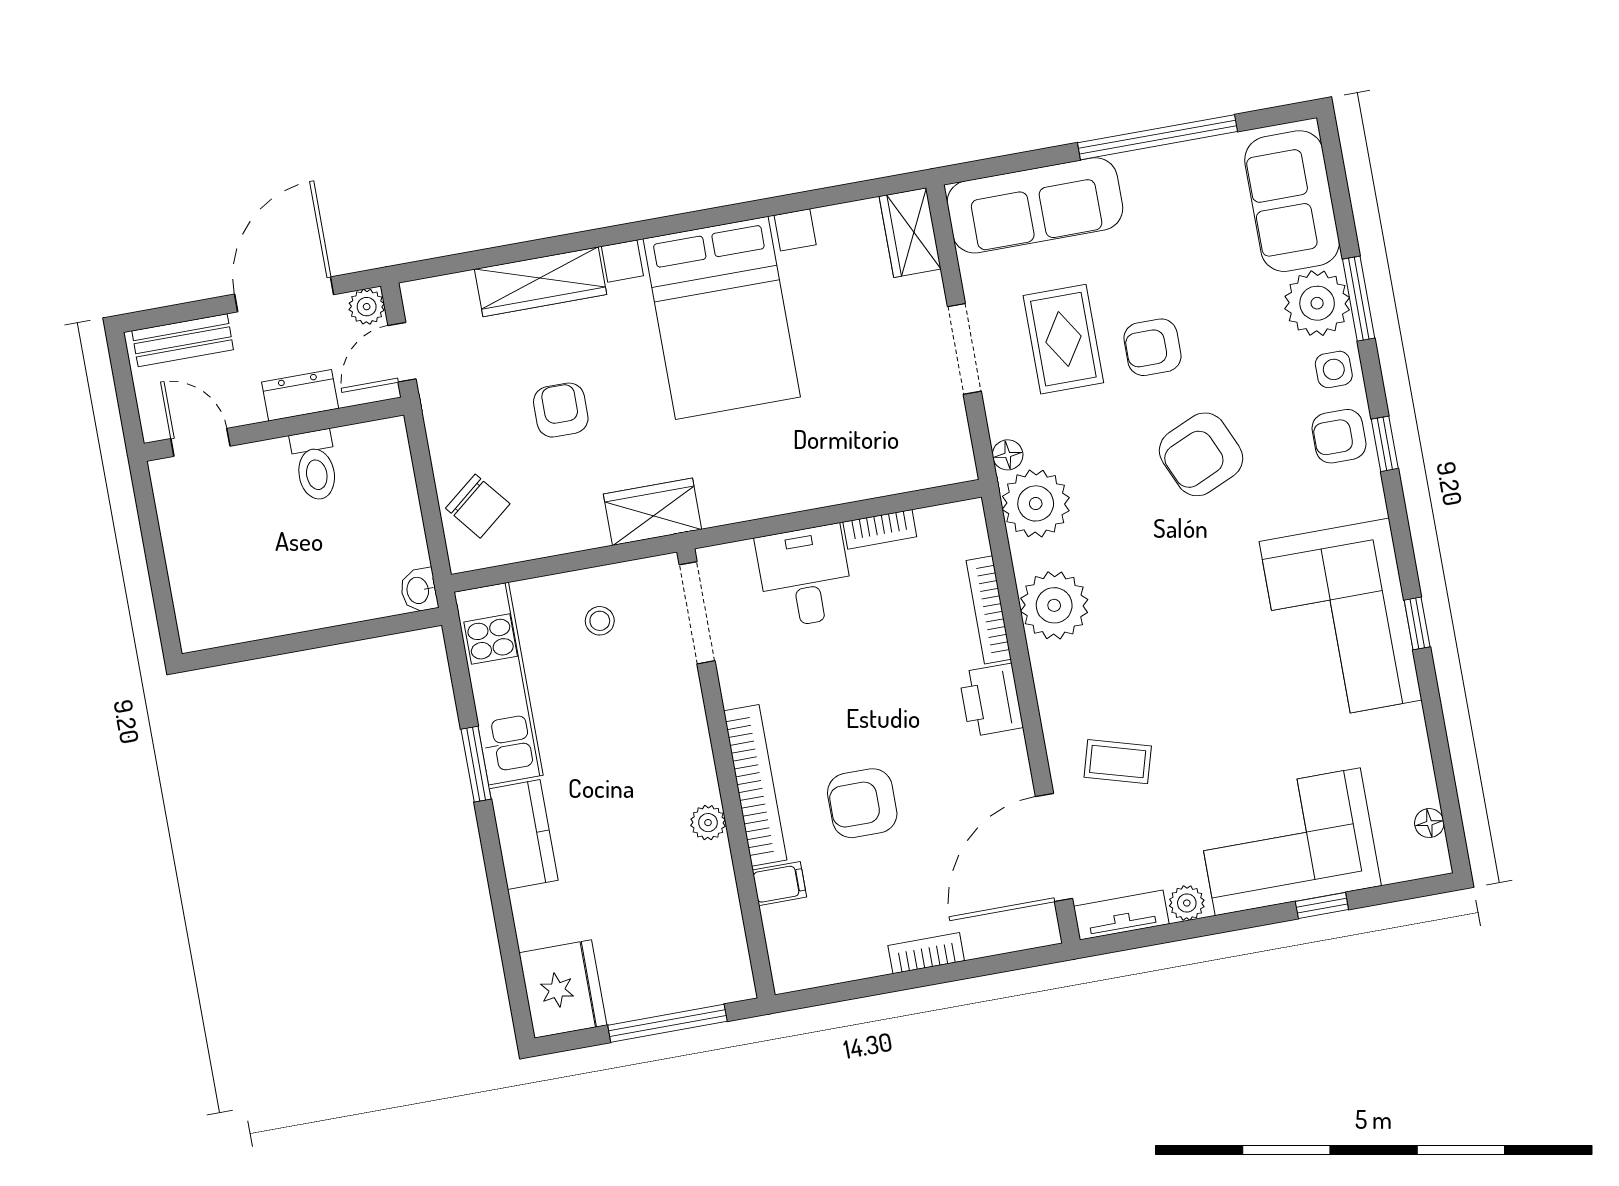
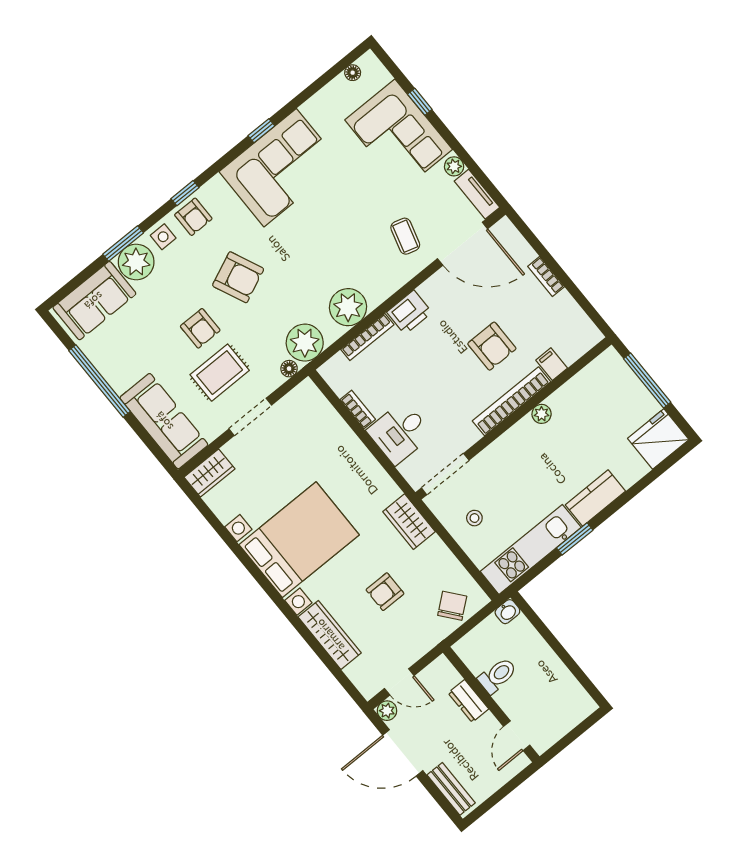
dresser: (300, 395) -> (468, 701), moved
wall: (274, 429) -> (491, 704), moved
door: (200, 442) -> (517, 736), moved
toilet: (315, 465) -> (497, 676), moved

